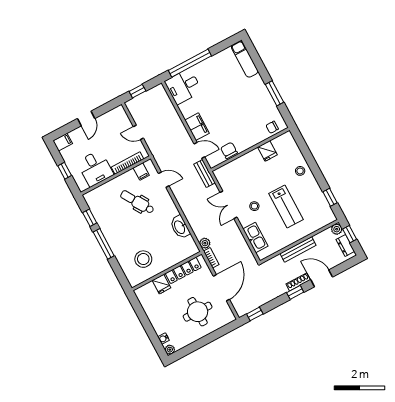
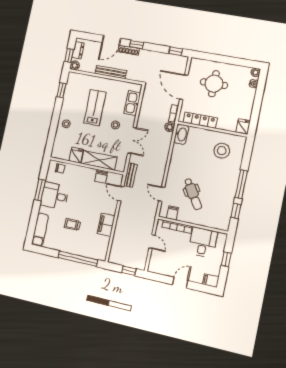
desk: (183, 86) -> (55, 196), moved, turned 180
trolley: (220, 88) -> (72, 224), added
filing cabinet: (197, 127) -> (106, 225), moved
shelving: (243, 163) -> (99, 160), added
washbasin: (180, 227) -> (181, 134), moved
door: (322, 278) -> (111, 40), hinge flipped
fridge: (161, 284) -> (243, 127), moved
door: (221, 288) -> (184, 87), hinge flipped

